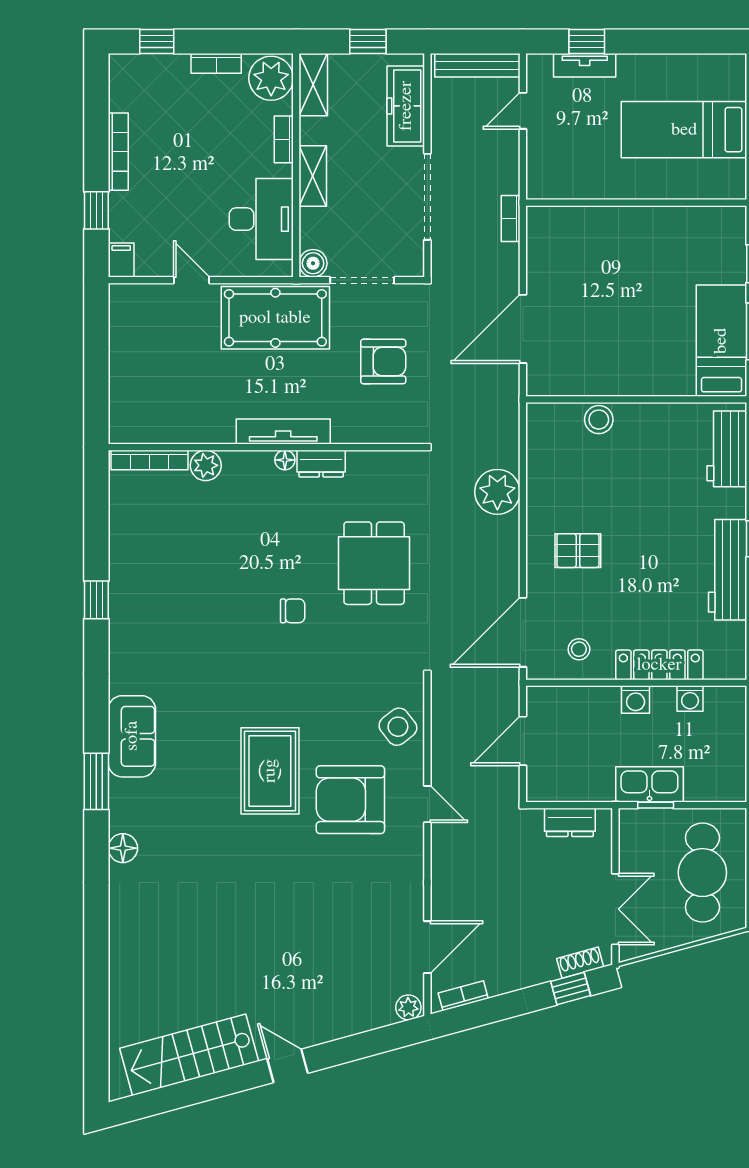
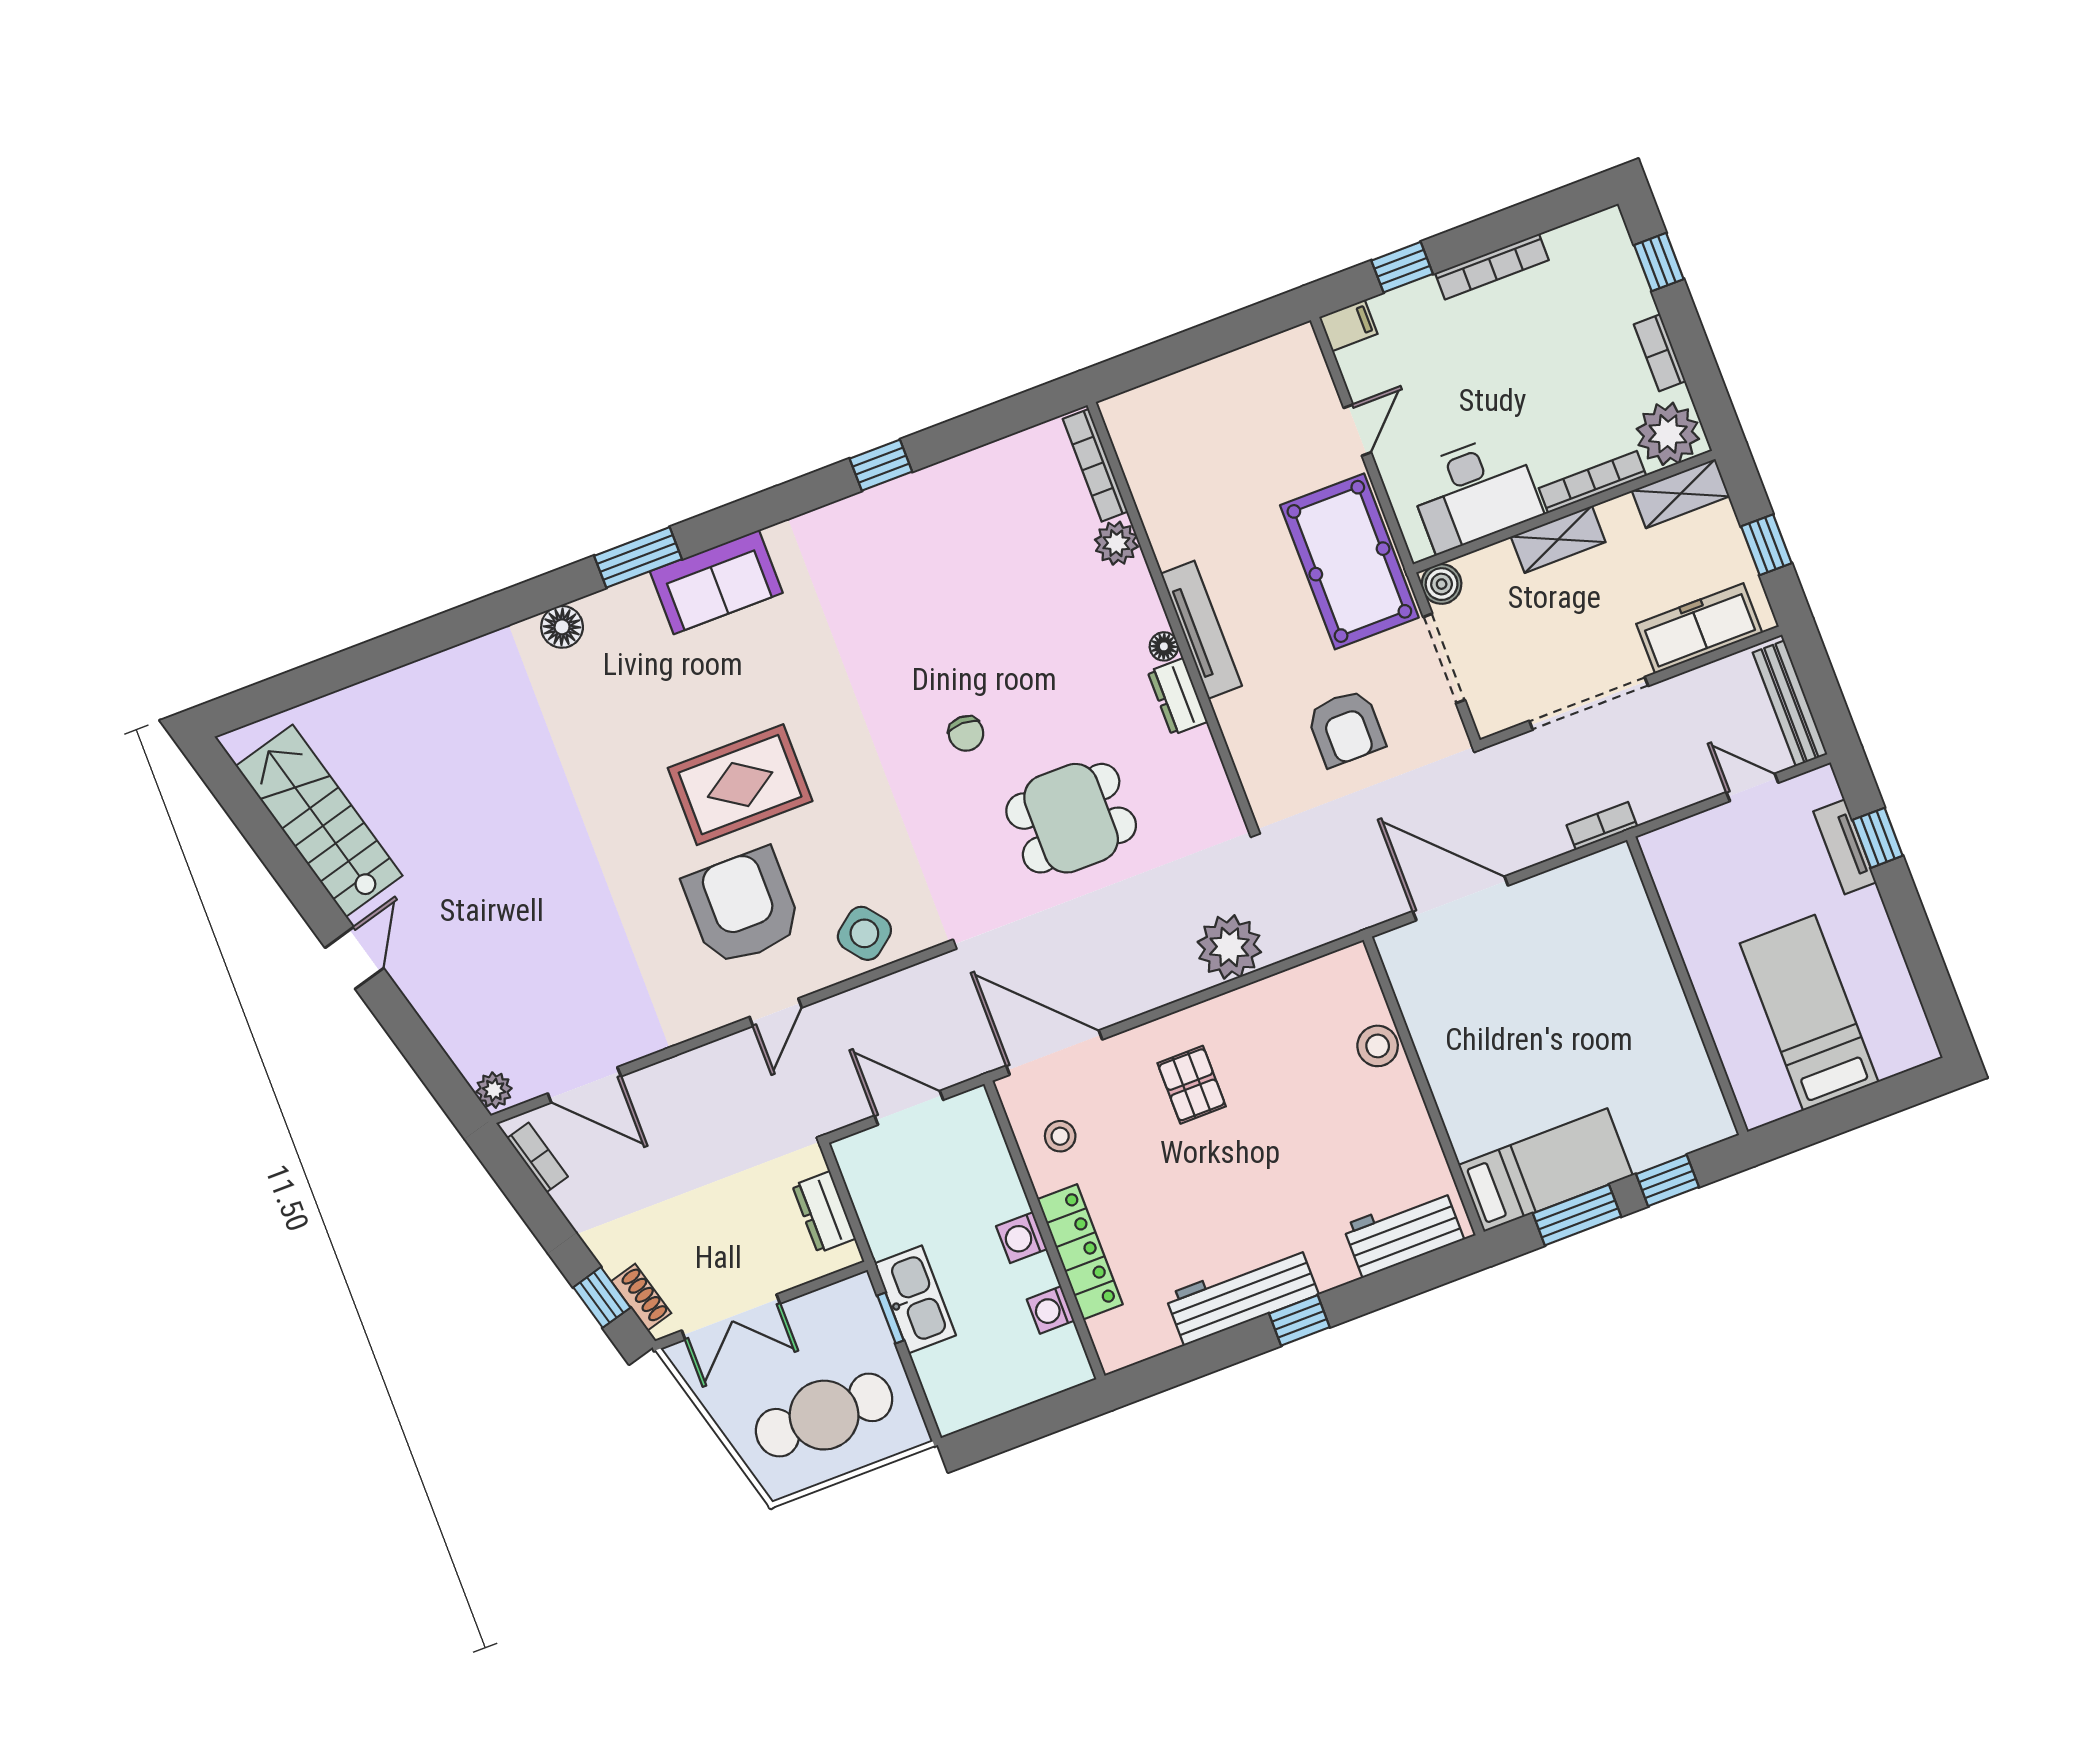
bookcase: (284, 139) -> (1592, 482), width x1.56

